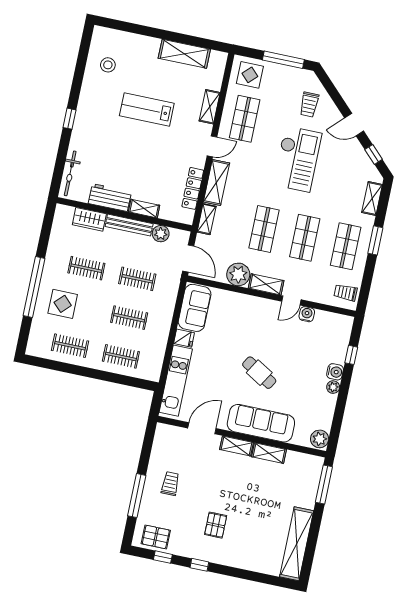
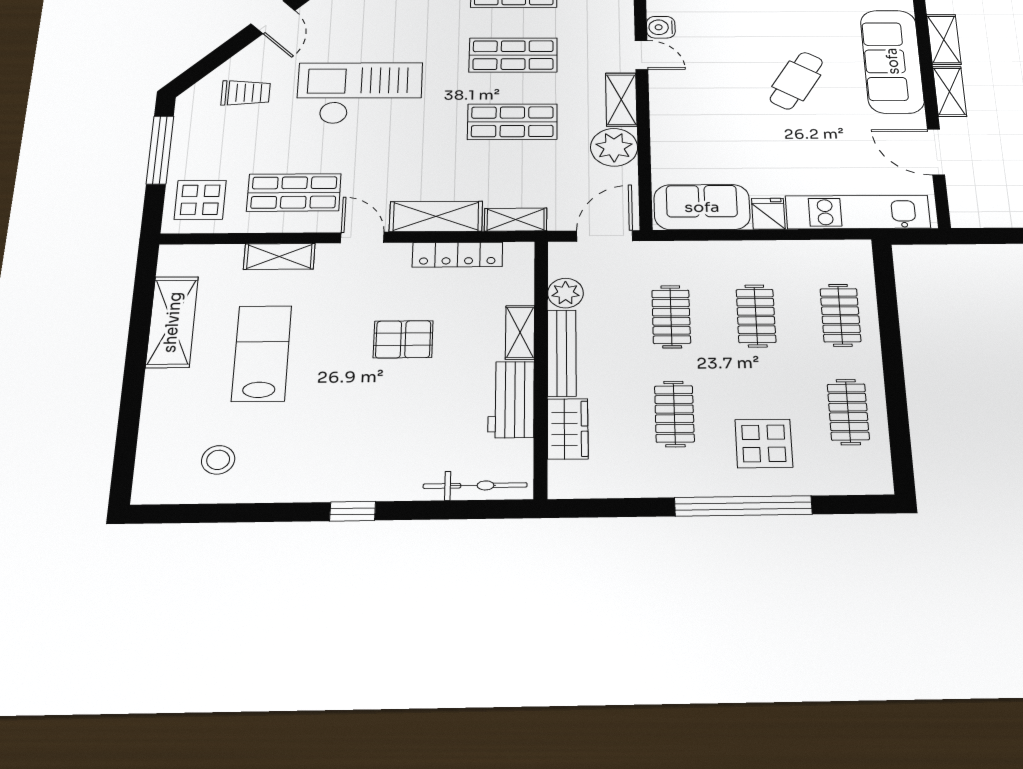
lab bench: (147, 109) -> (262, 353), moved, turned 180
pallet: (152, 155) -> (403, 339), added

